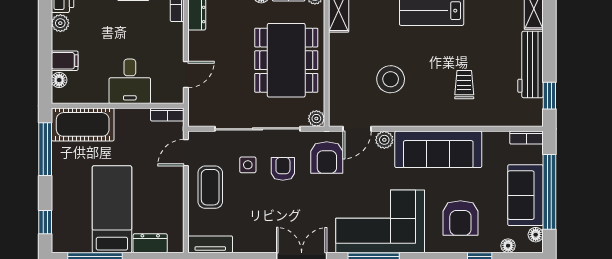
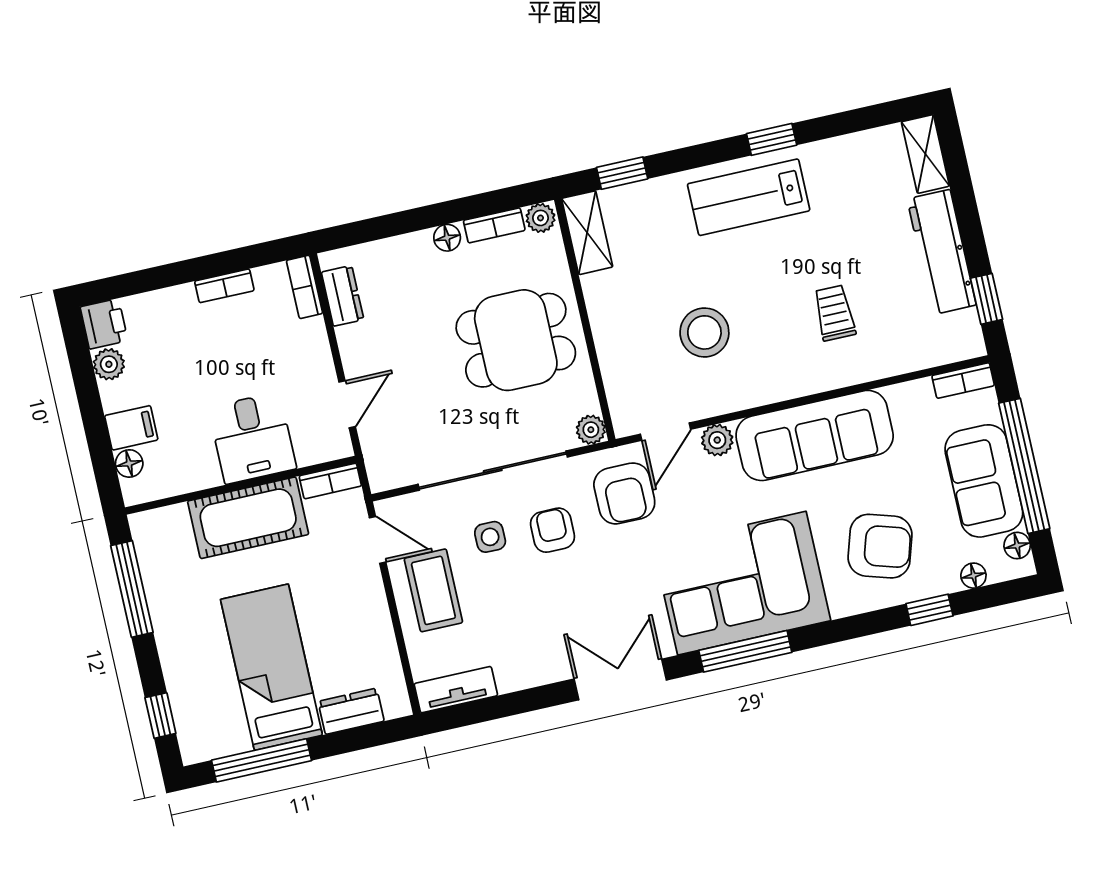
dining table: (286, 60) -> (516, 340), width x0.73
cot: (83, 124) -> (248, 518), moved
door: (186, 153) -> (378, 540), swing flipped
armchair: (460, 218) -> (880, 546), turned -73

